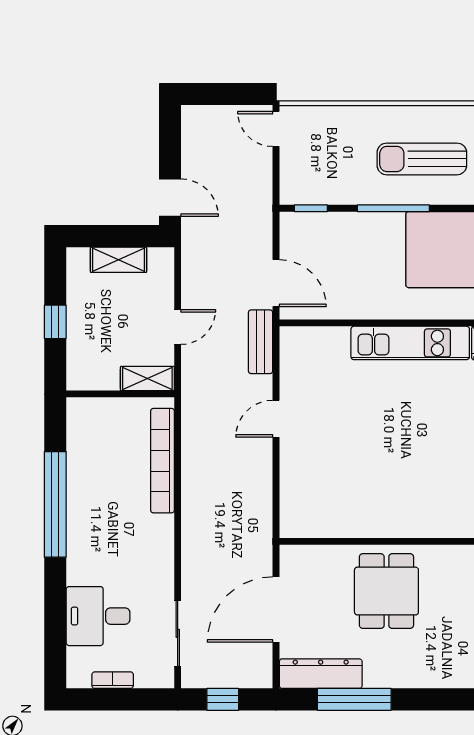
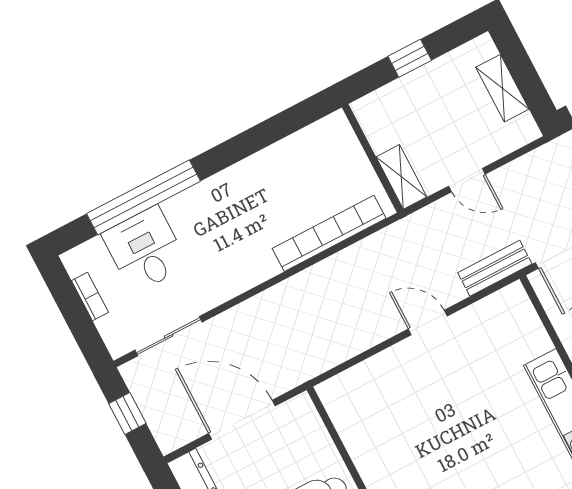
window: (55, 504) -> (143, 197), moved

